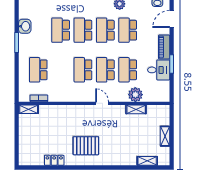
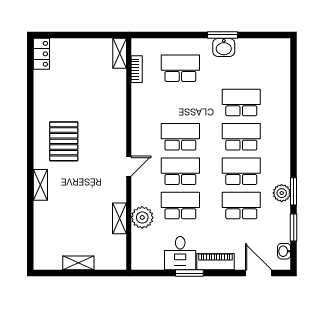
washbasin: (25, 26) -> (224, 47), moved
locker: (54, 160) -> (41, 54), moved
shelving: (147, 161) -> (40, 185), moved

